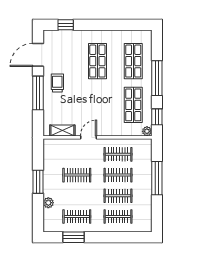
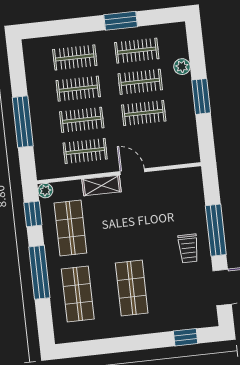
shelving: (62, 131) -> (101, 186), moved
door: (88, 137) -> (132, 172), swing flipped
clothes rail: (77, 196) -> (140, 82), added
window: (73, 237) -> (121, 21), moved

